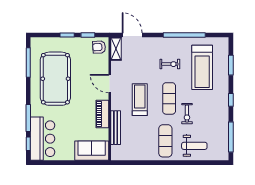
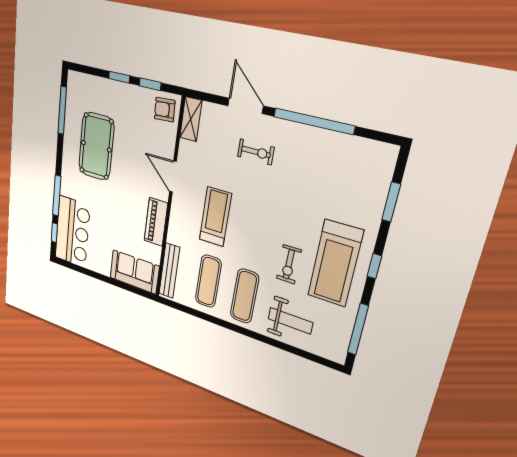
door: (132, 35) -> (246, 106), moved
exercise bike: (170, 64) -> (256, 152), moved
treadmill: (202, 67) -> (335, 263), moved
pool table: (55, 79) -> (96, 146), width x0.73, depth x0.76
exercise mat: (169, 98) -> (208, 281), moved
bench: (116, 128) -> (169, 271), moved

